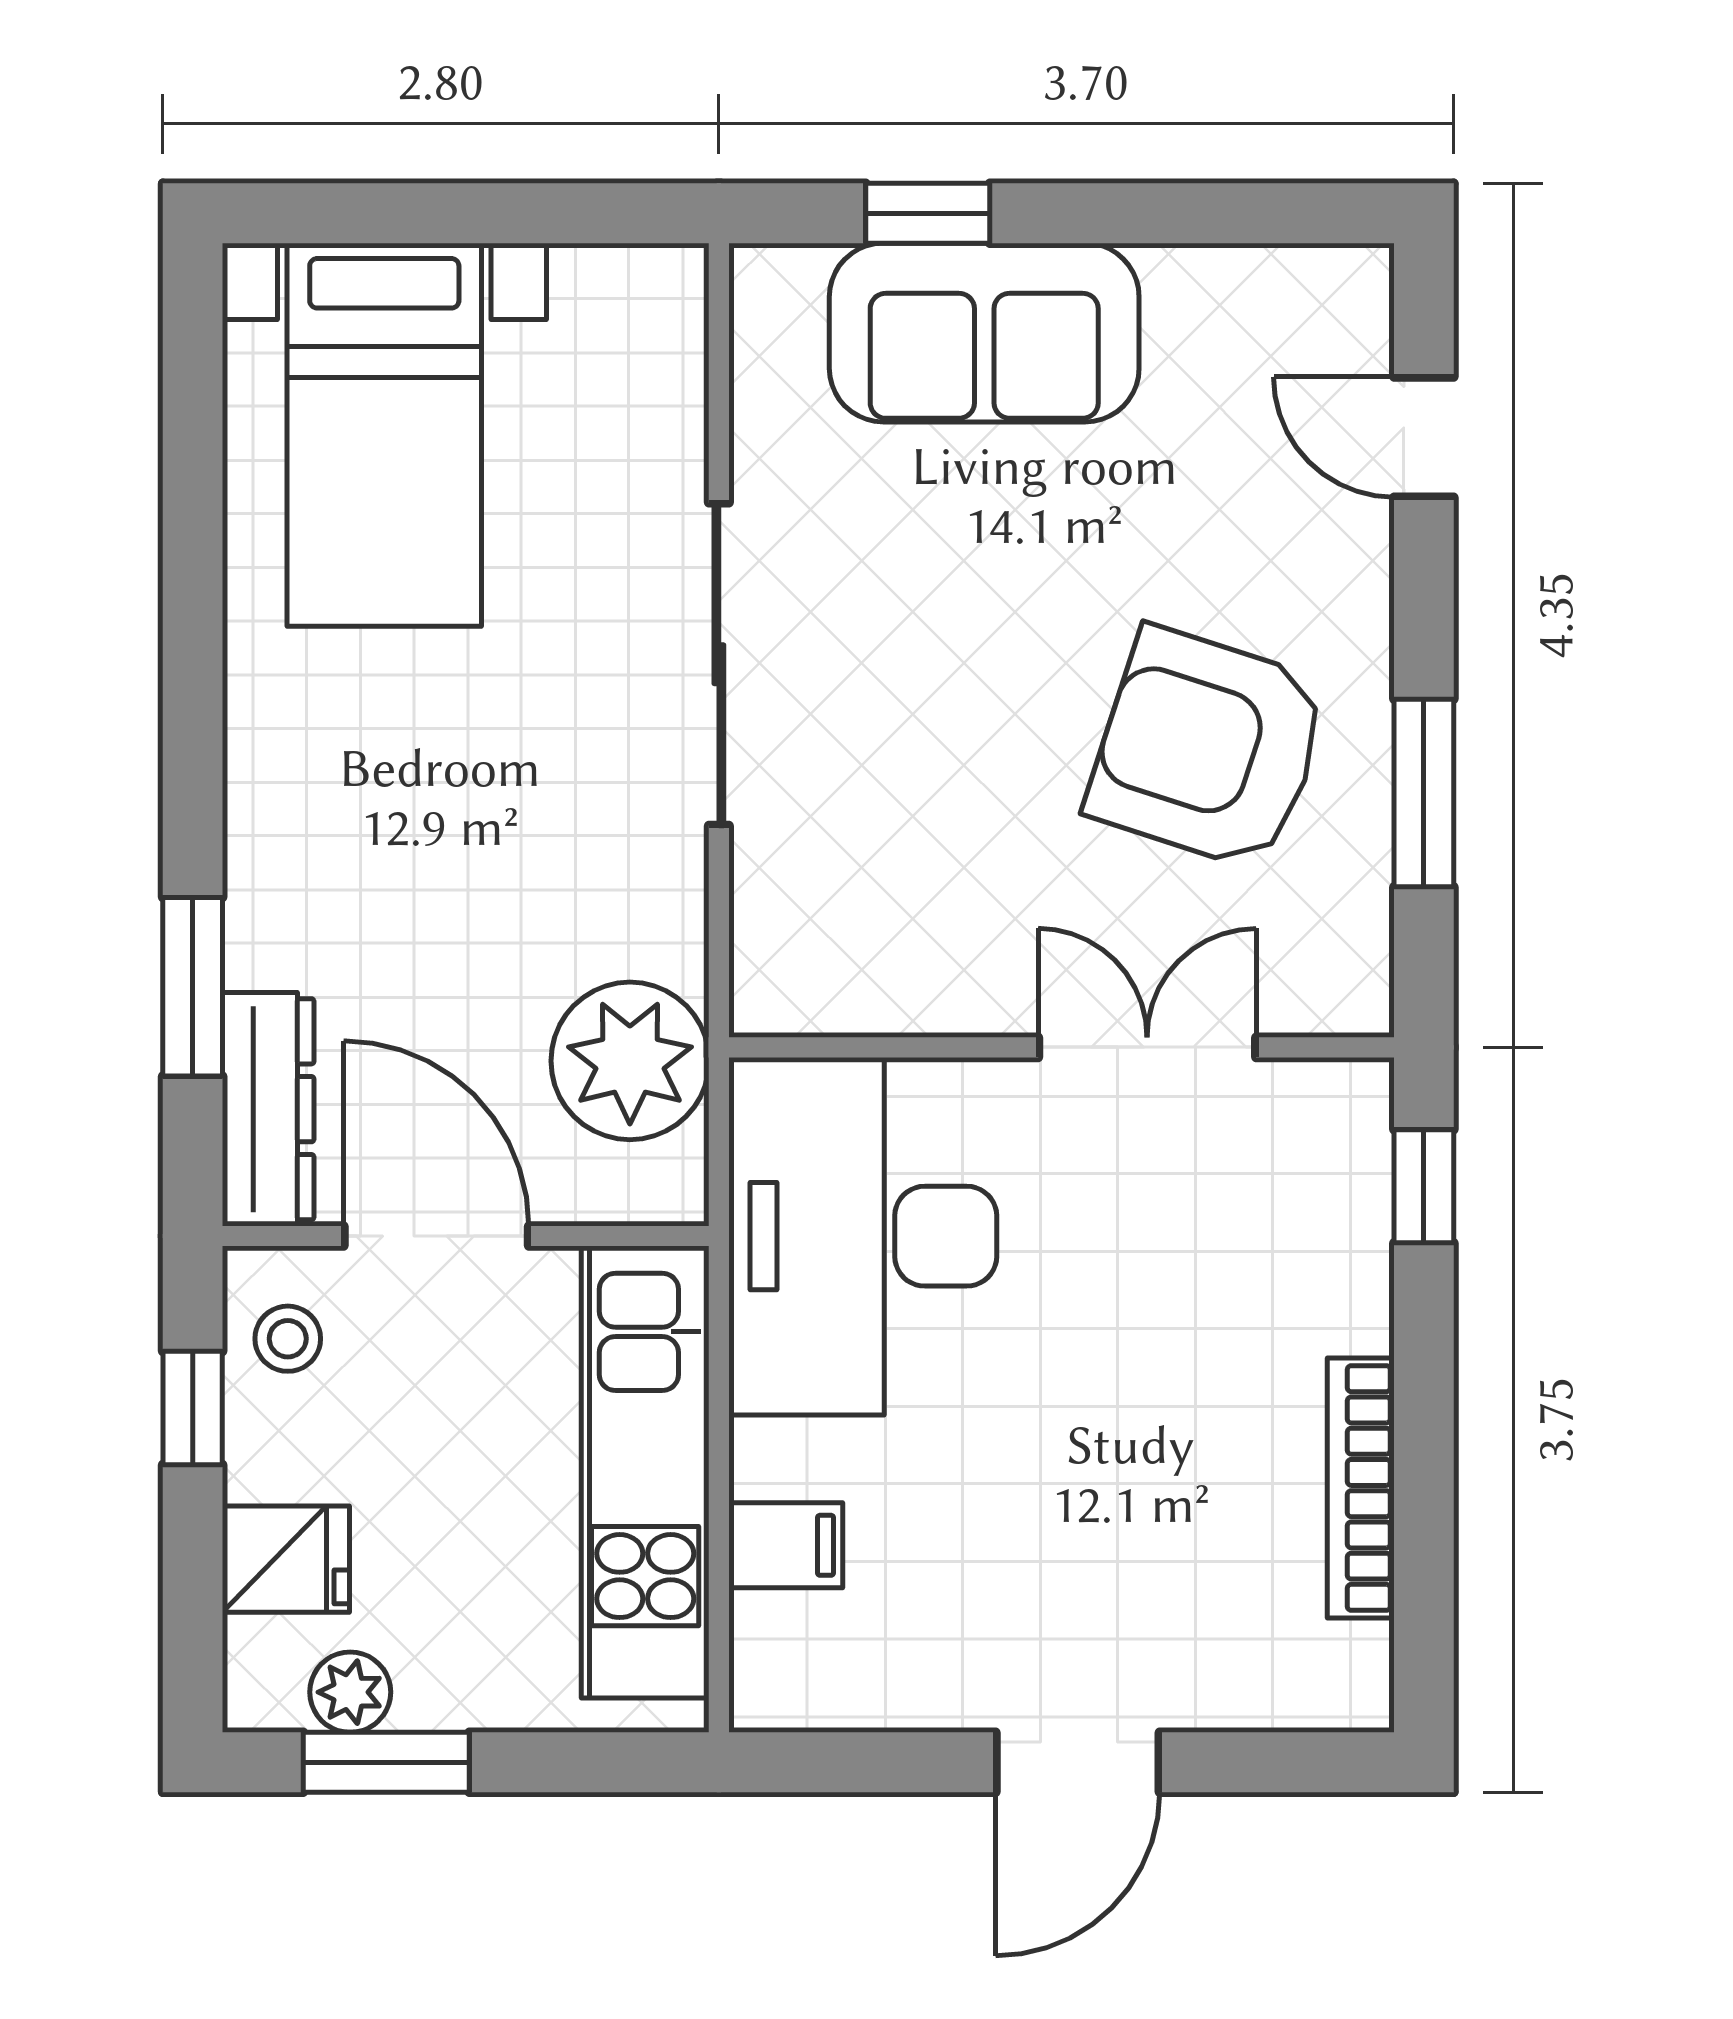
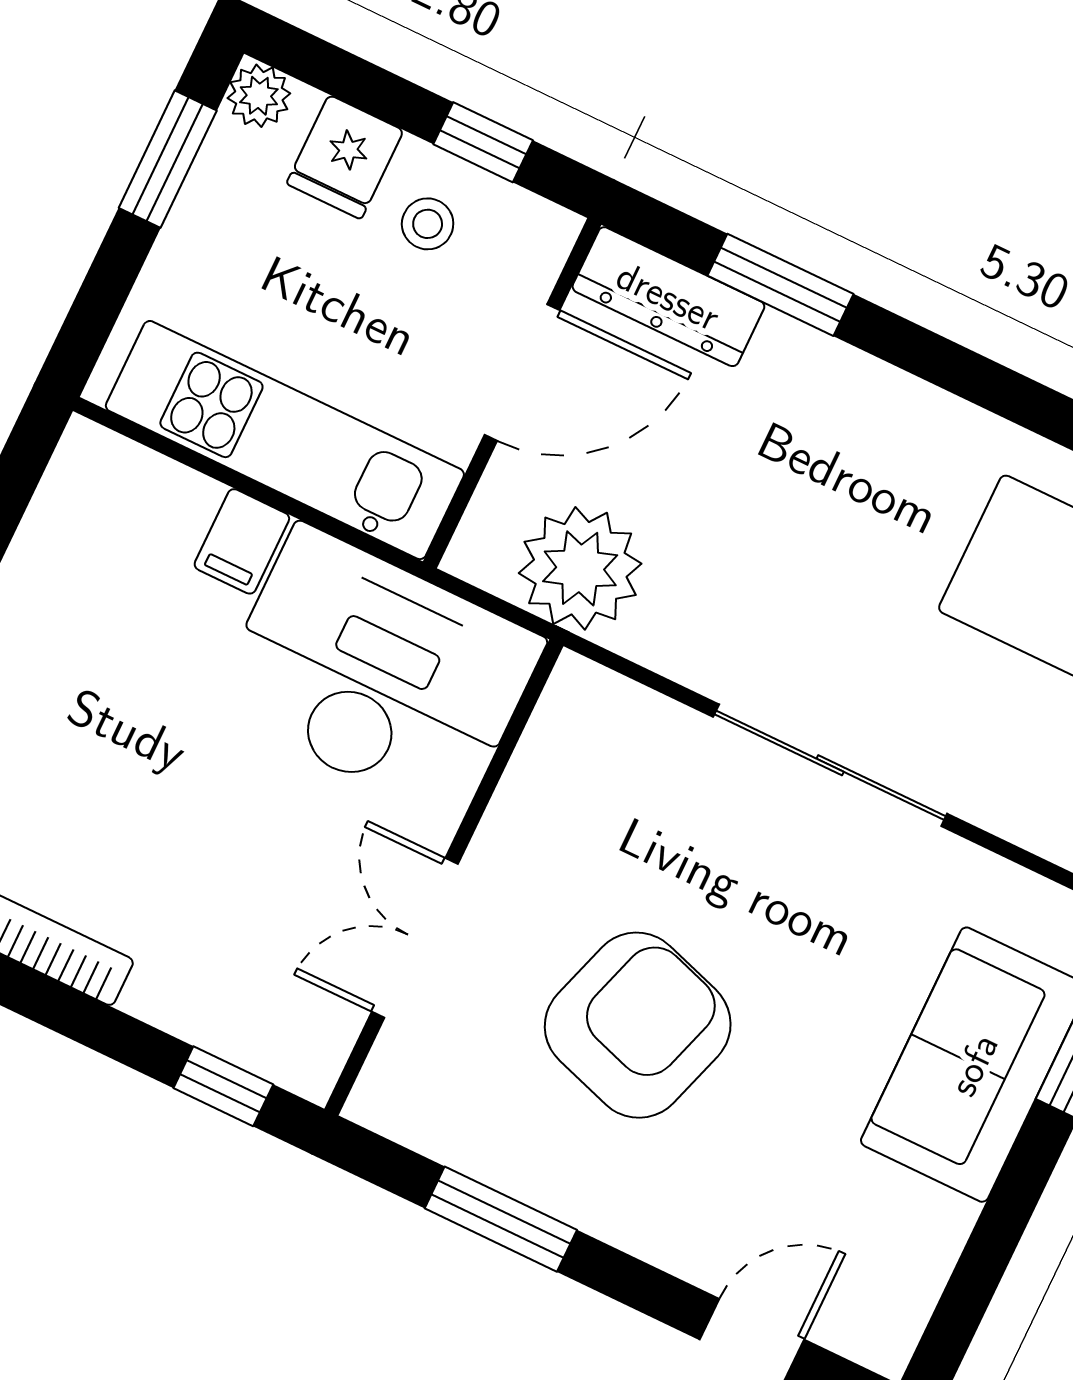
armchair: (1208, 749) -> (638, 1025), moved
double door: (1147, 1047) -> (415, 938), swing flipped
stool: (288, 1339) -> (428, 224), moved
filing cabinet: (786, 1545) -> (242, 541), moved
plant: (350, 1692) -> (259, 96), moved

